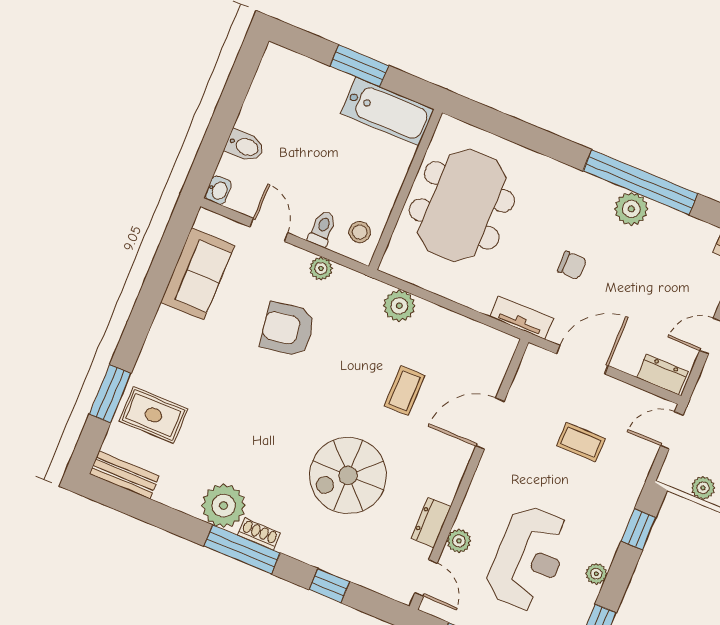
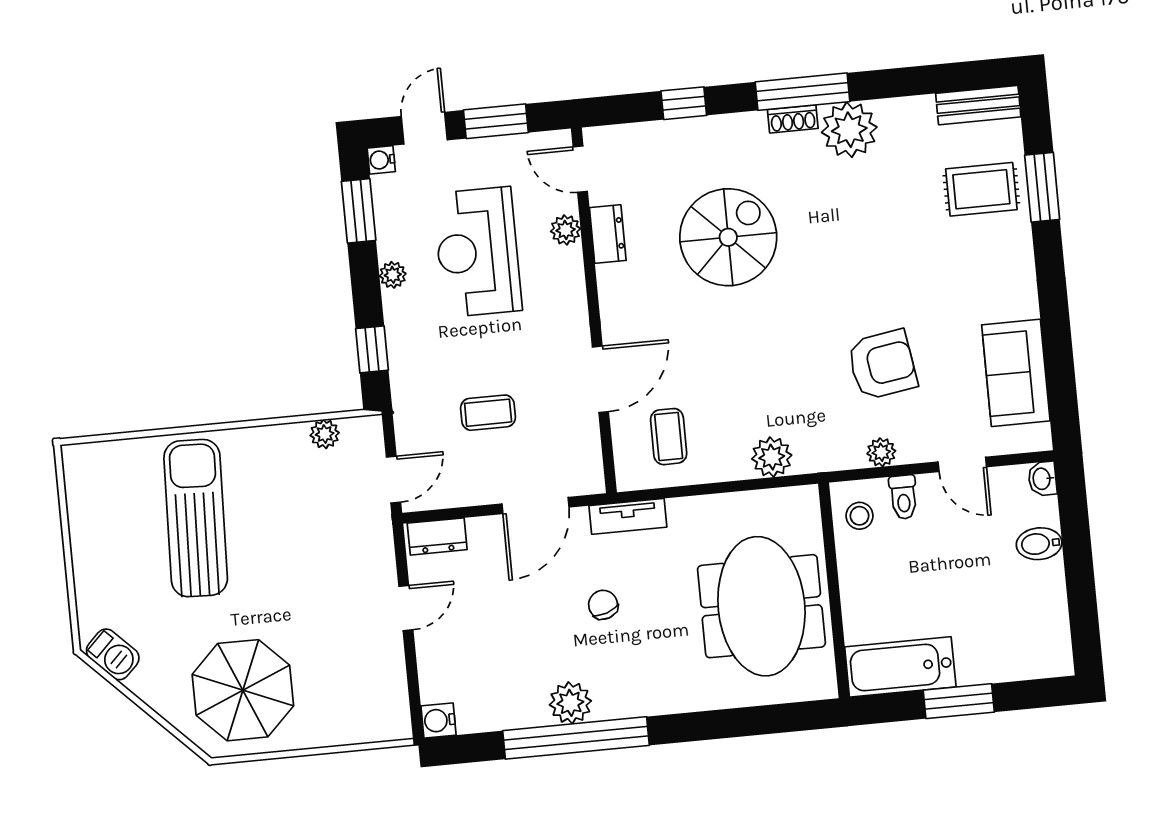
chair: (572, 265) -> (603, 605), turned 71
coffee table: (405, 391) -> (669, 437), moved

